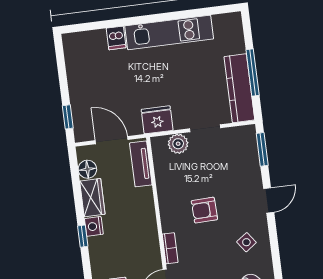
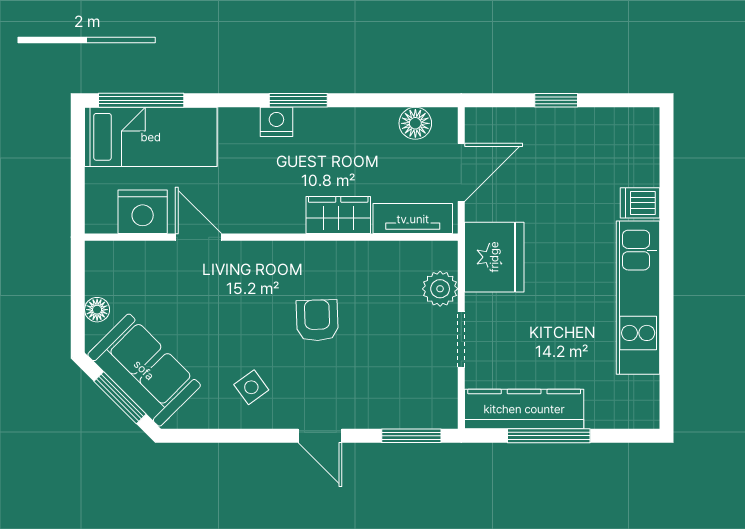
window: (68, 117) -> (556, 100), moved
fridge: (157, 120) -> (494, 257), width x1.36, depth x1.34
wardrobe: (92, 198) -> (338, 215), moved, turned 180
nightstand: (94, 226) -> (276, 122), moved
window: (83, 236) -> (298, 100), width x1.50
bookcase: (170, 248) -> (258, 251), removed

